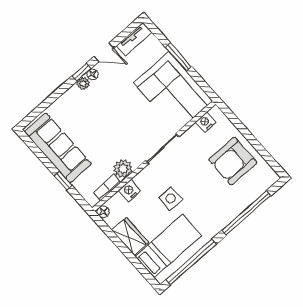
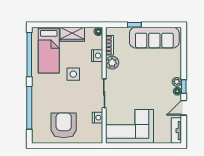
window: (178, 57) -> (146, 146), removed
nightstand: (205, 122) -> (98, 118), moved

